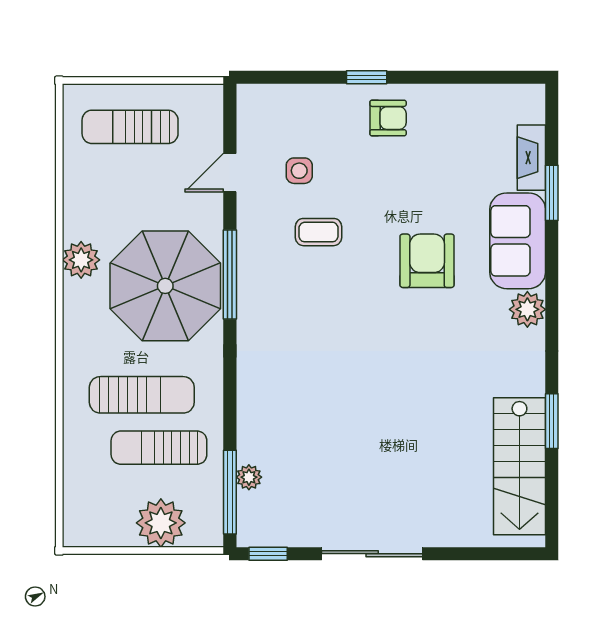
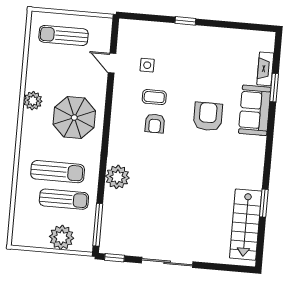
armchair: (388, 118) -> (155, 123), moved, turned 90
door: (230, 173) -> (112, 63), hinge flipped
window: (230, 275) -> (107, 115), removed
parasol: (165, 286) -> (74, 118), width x0.73, depth x0.73
plant: (527, 309) -> (257, 145), removed
sun lounger: (159, 448) -> (64, 199), turned 180
plant: (249, 477) -> (117, 177), moved, width x1.88, depth x1.88

